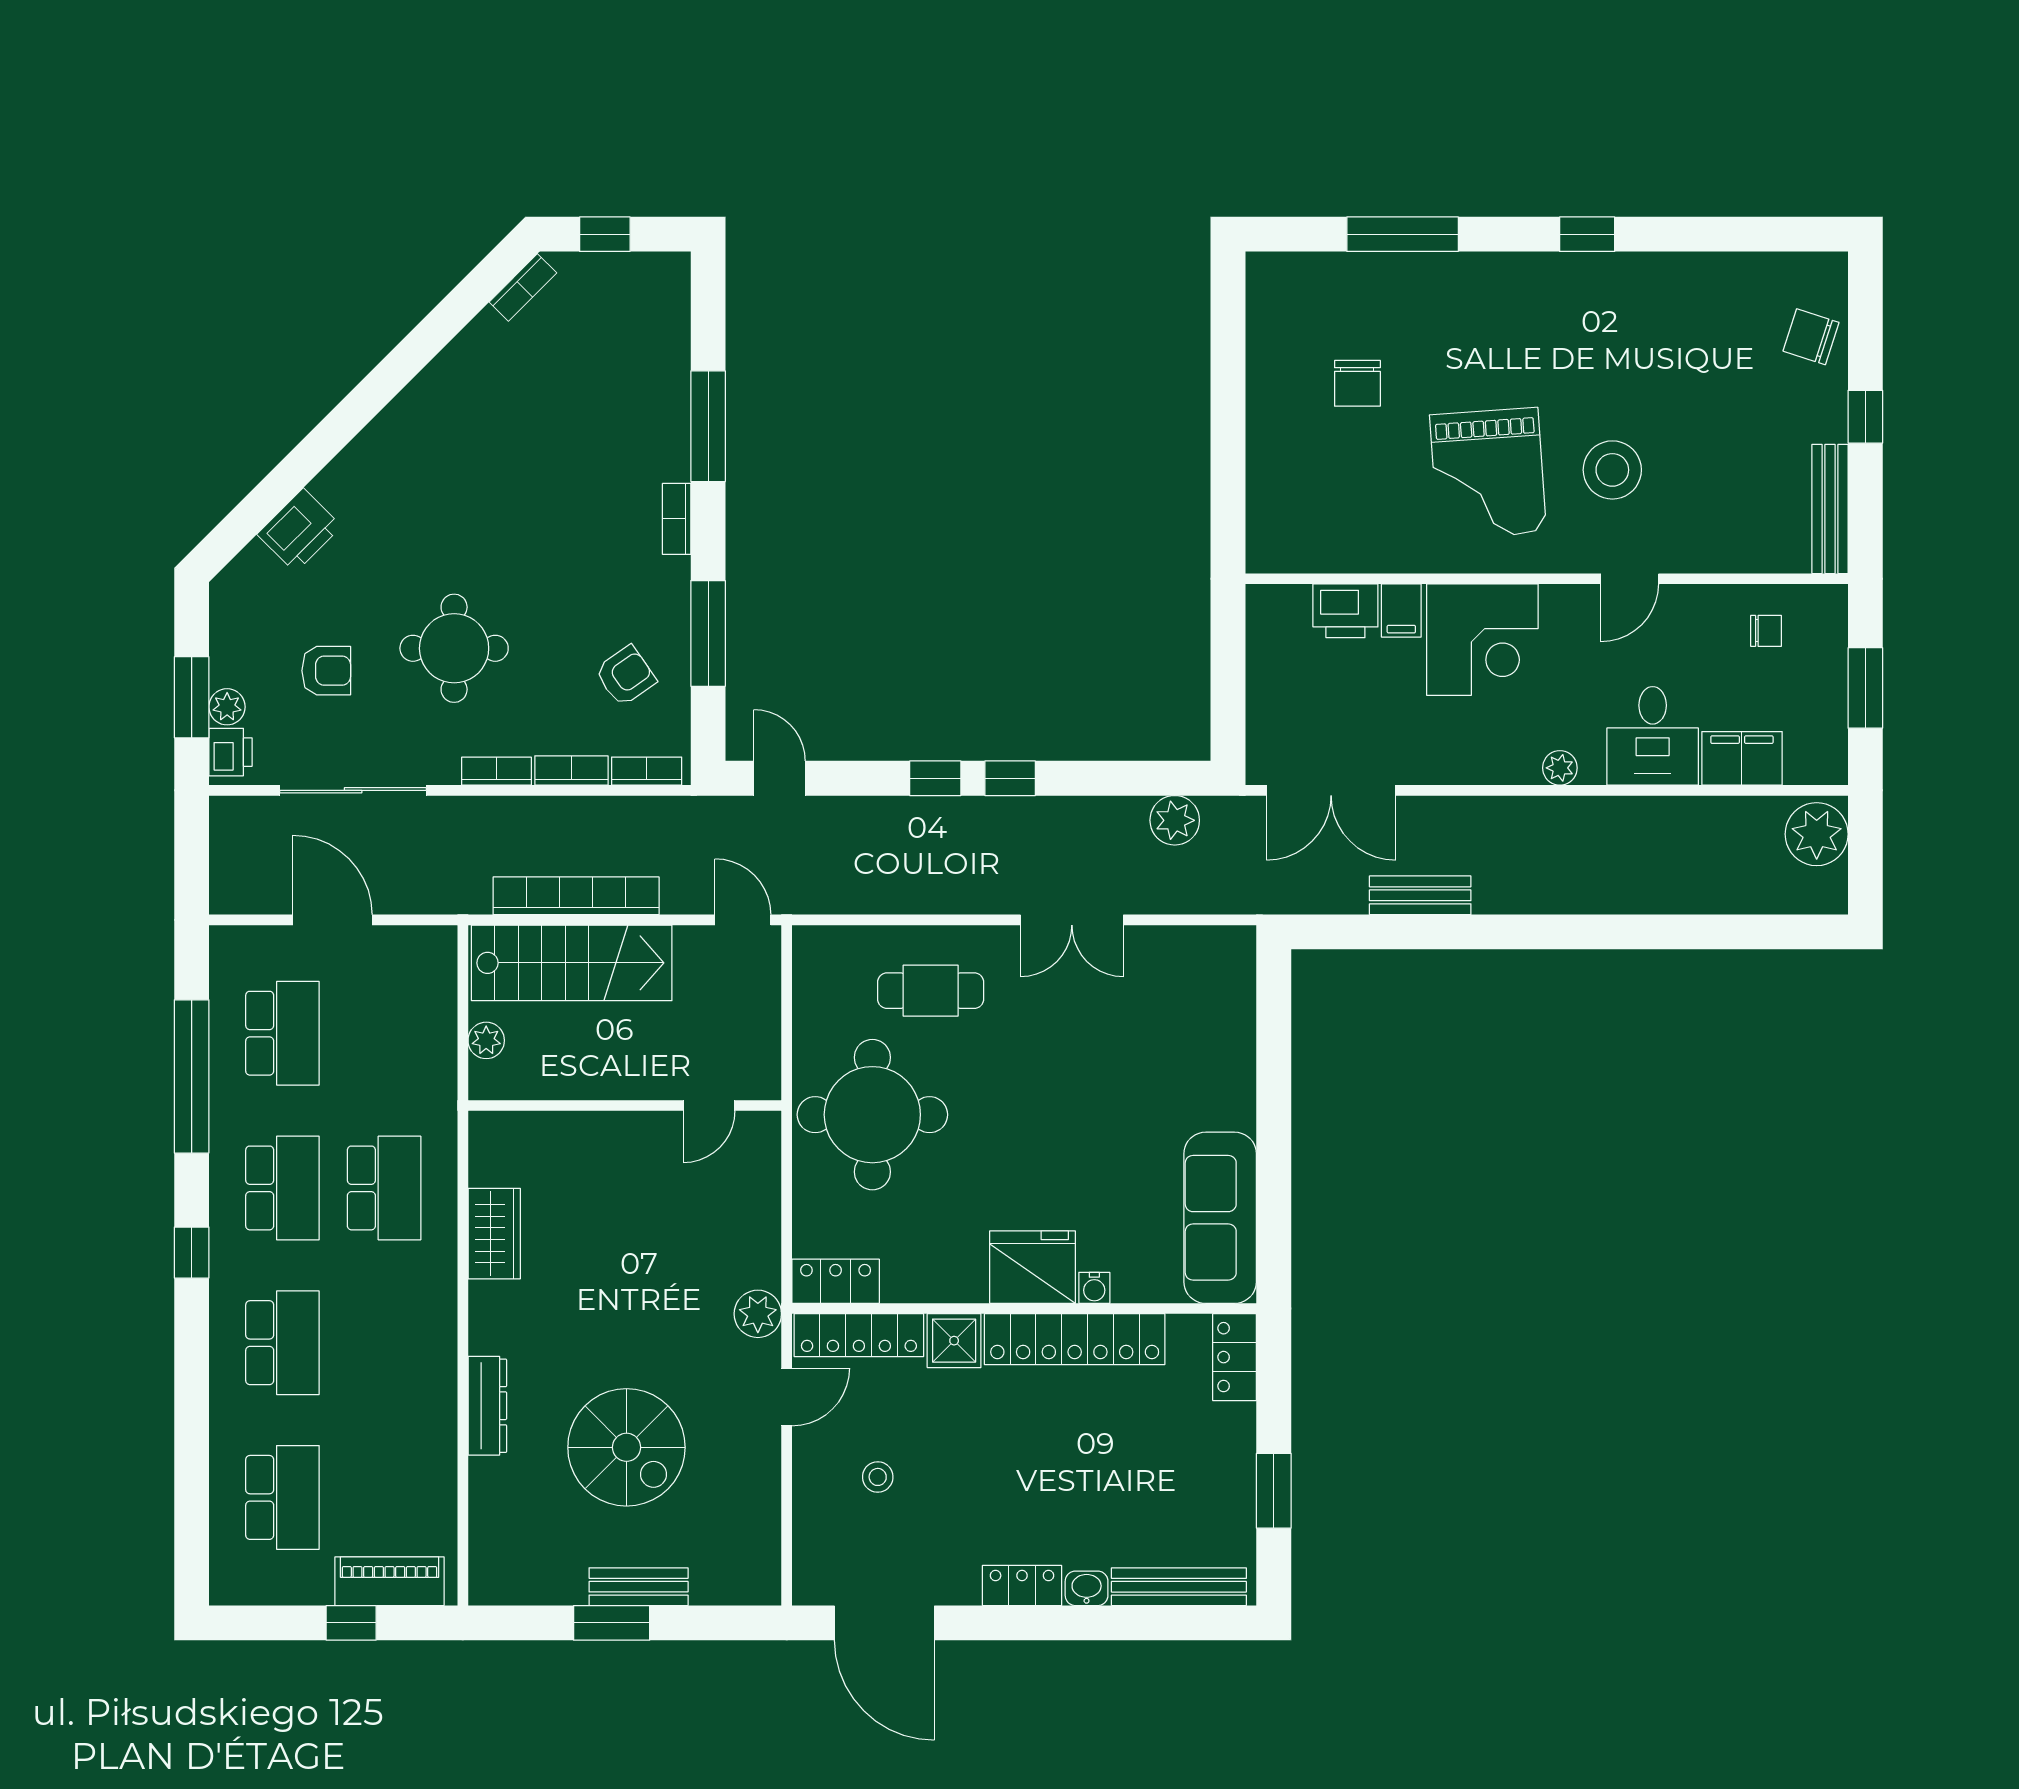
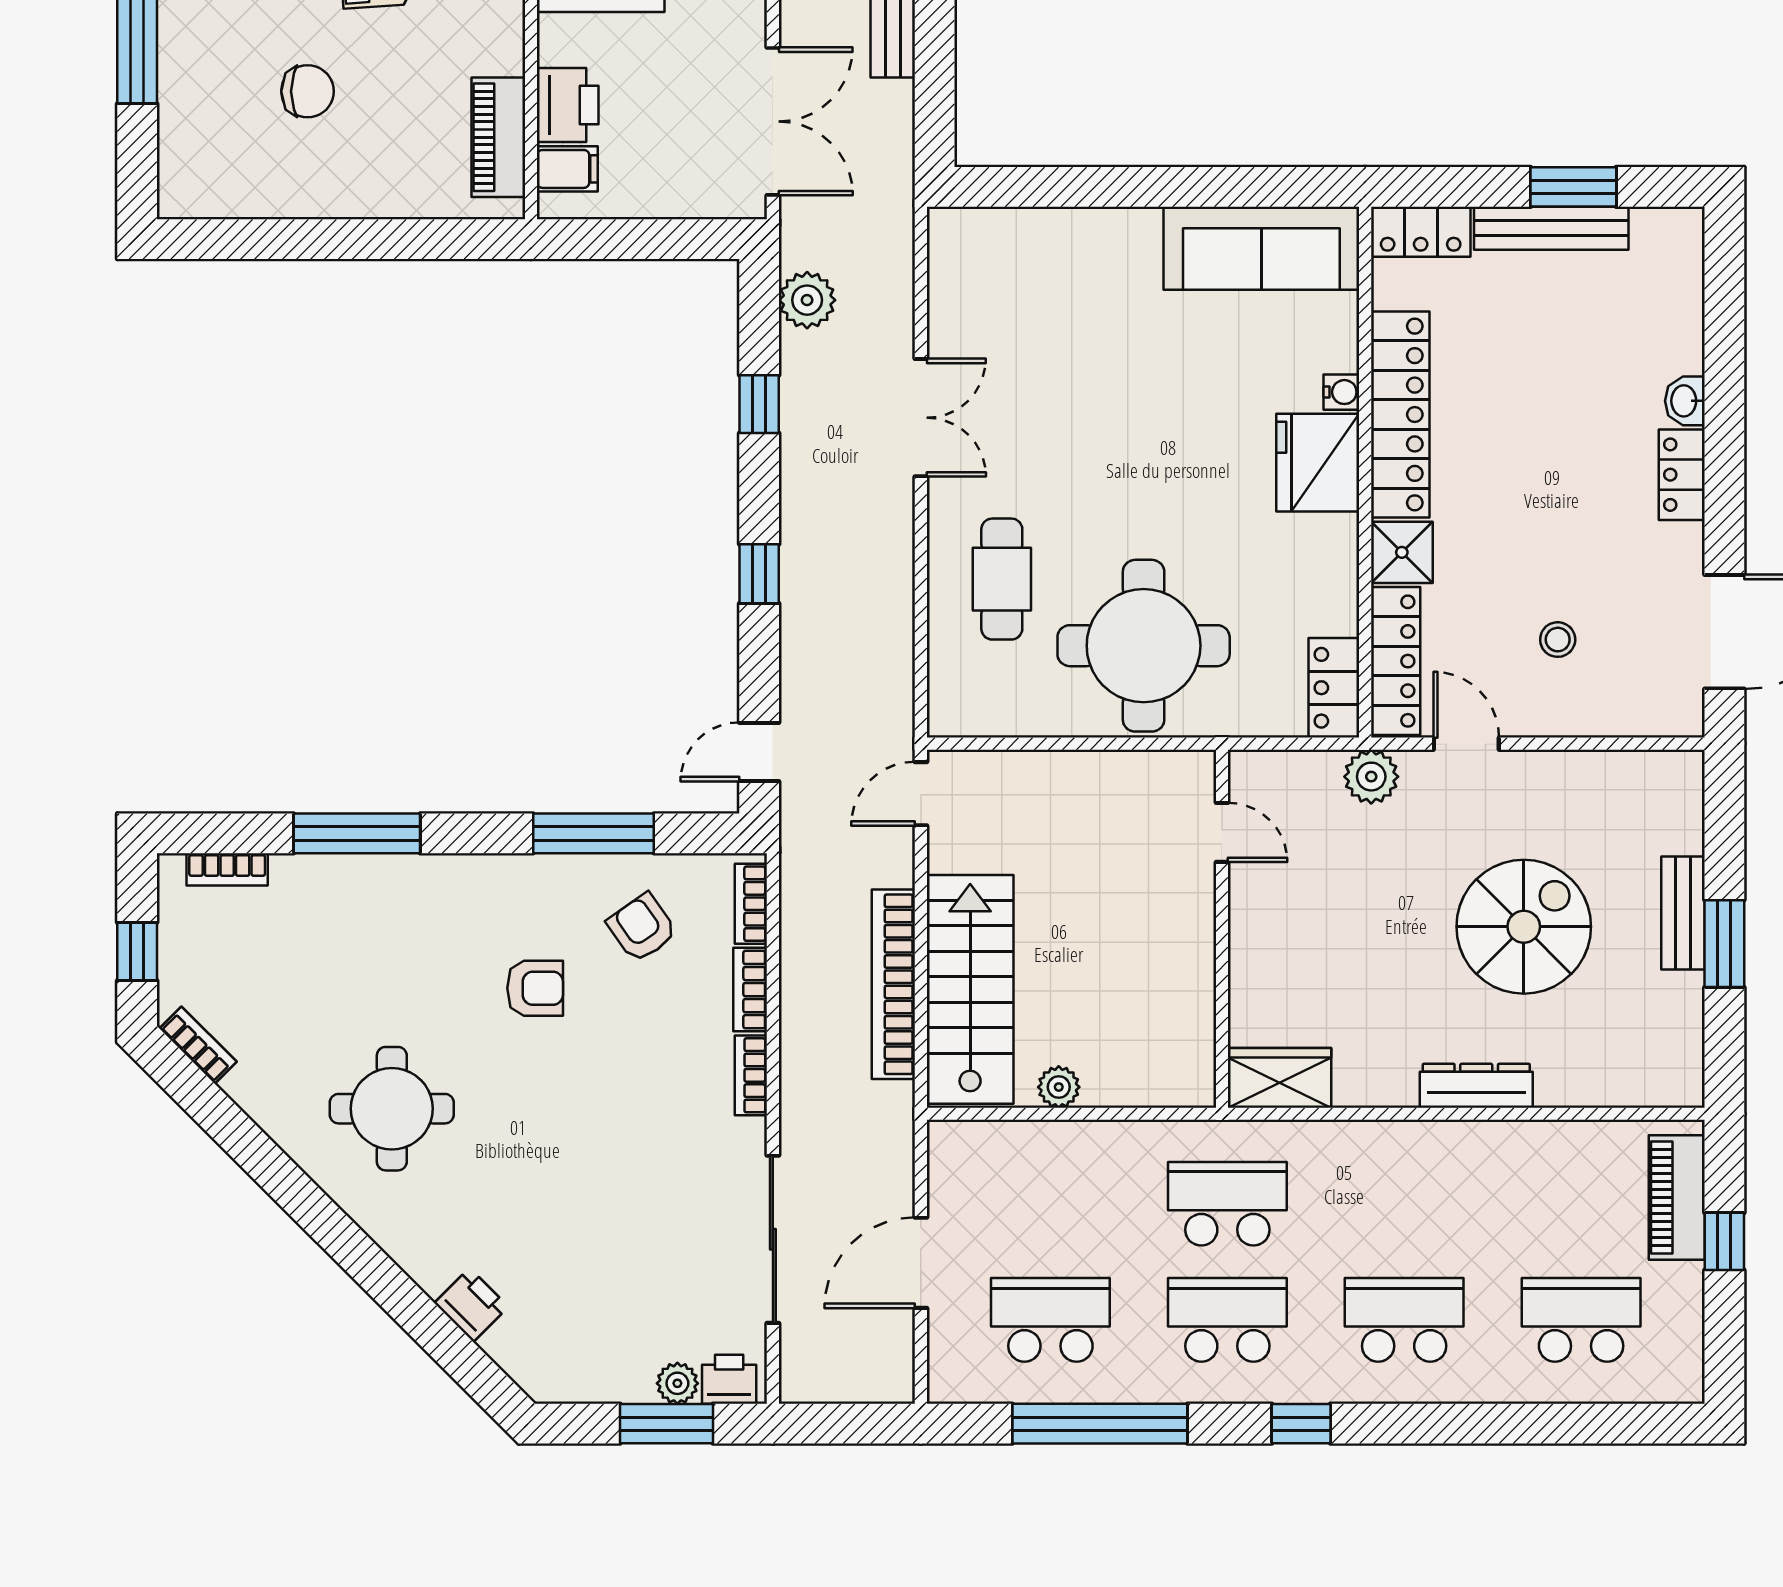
bookcase: (677, 519) -> (227, 869), moved
printer: (299, 530) -> (471, 1305), width x0.73, depth x0.81
piano: (1317, 550) -> (498, 137), added
filing cabinet: (1401, 611) -> (567, 169), moved
round table: (454, 648) -> (392, 1109), moved
armchair: (326, 671) -> (535, 988), moved, turned 90
window: (1010, 778) -> (759, 404), moved
wall: (625, 1106) -> (1222, 929), moved
door: (709, 1106) -> (1222, 832), moved
bench: (1179, 1587) -> (1551, 228), moved, turned 90

